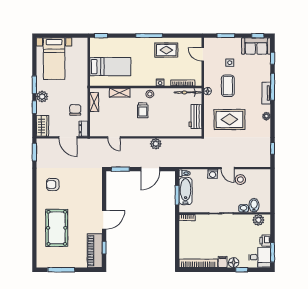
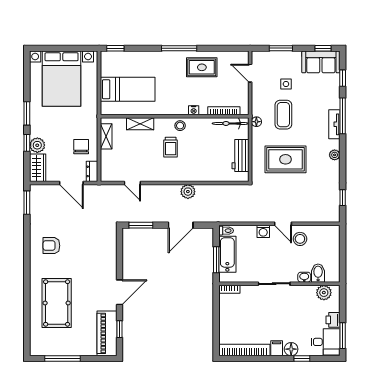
bed with nightstands: (54, 59) -> (62, 79), width x1.36
plant: (42, 96) -> (37, 145), moved

